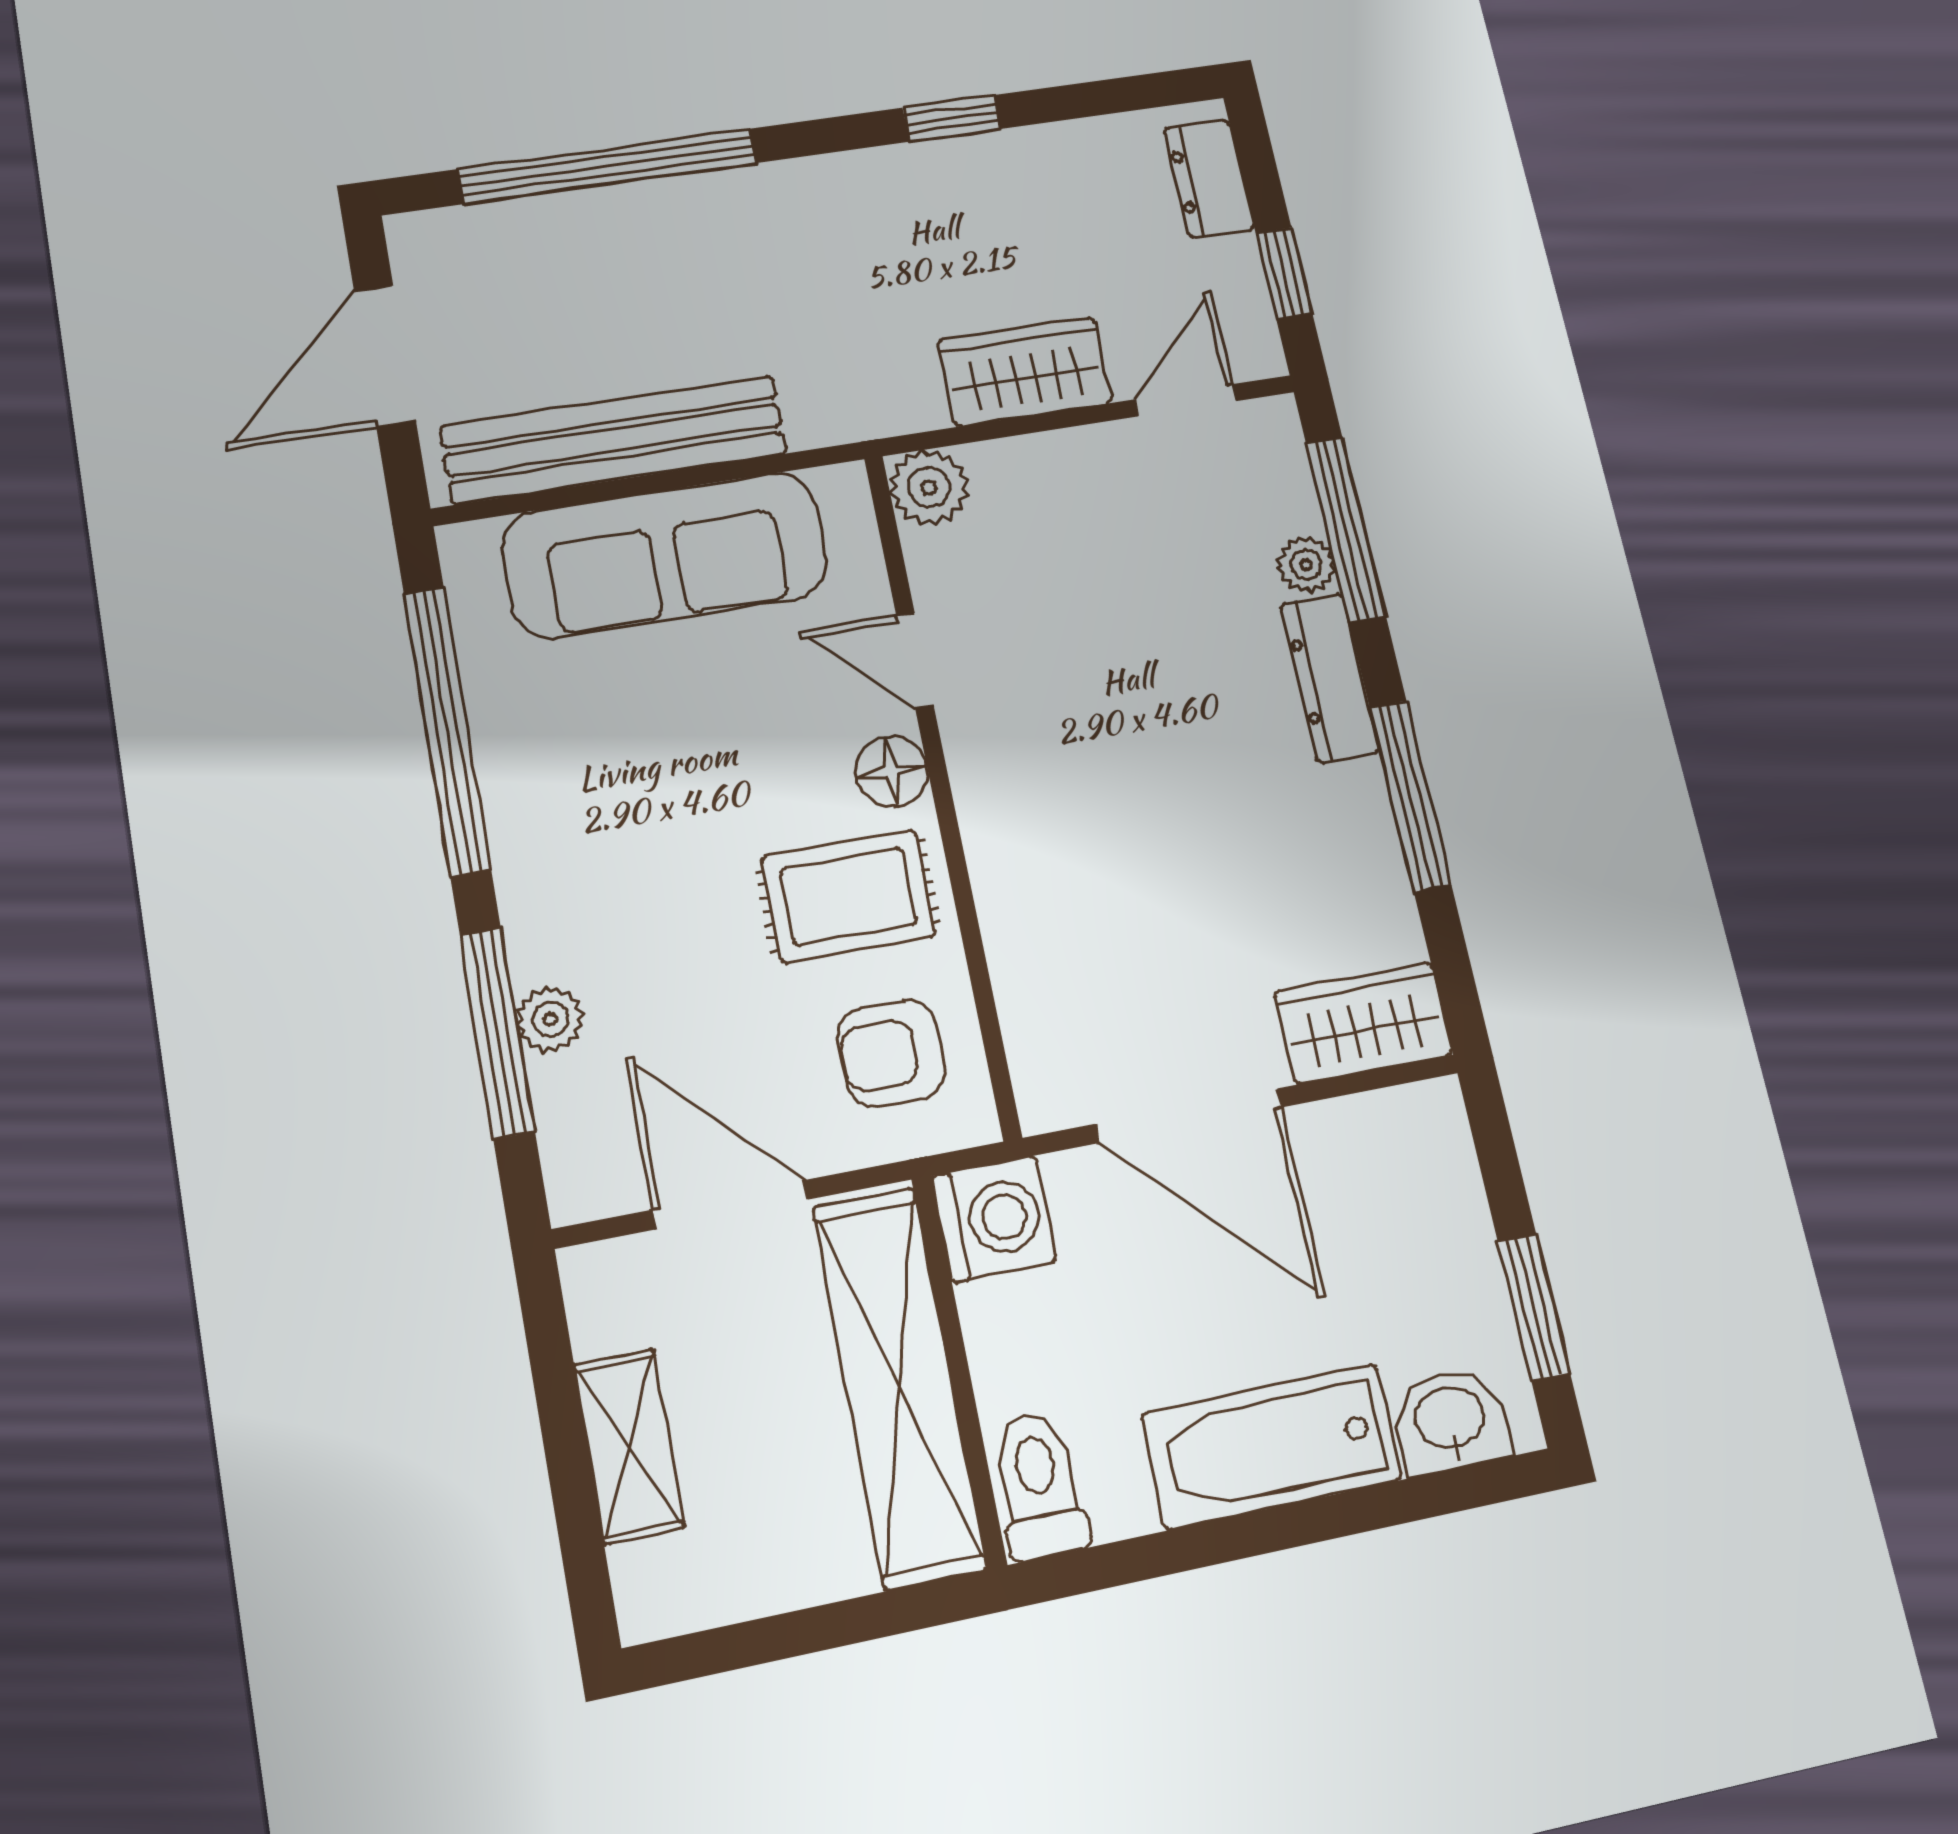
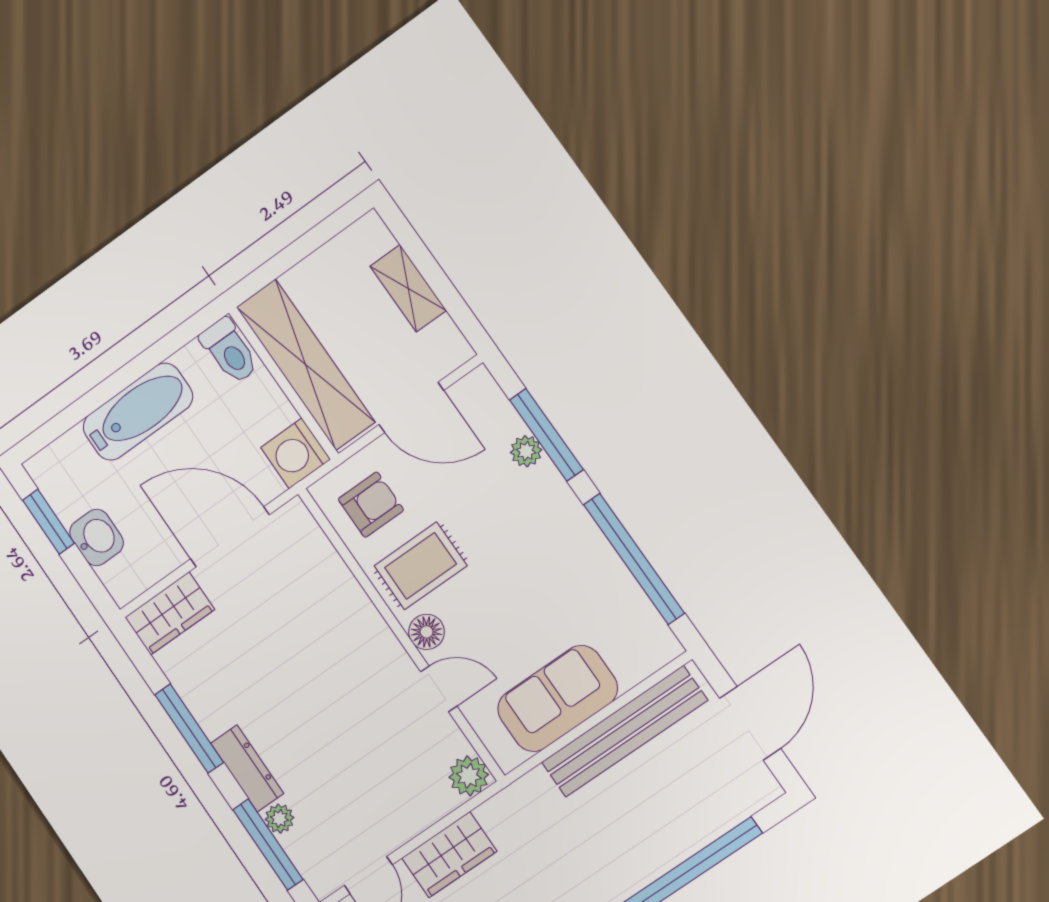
sofa: (665, 555) -> (558, 699), width x0.73
washbasin: (1450, 1420) -> (97, 537), moved, turned -90

